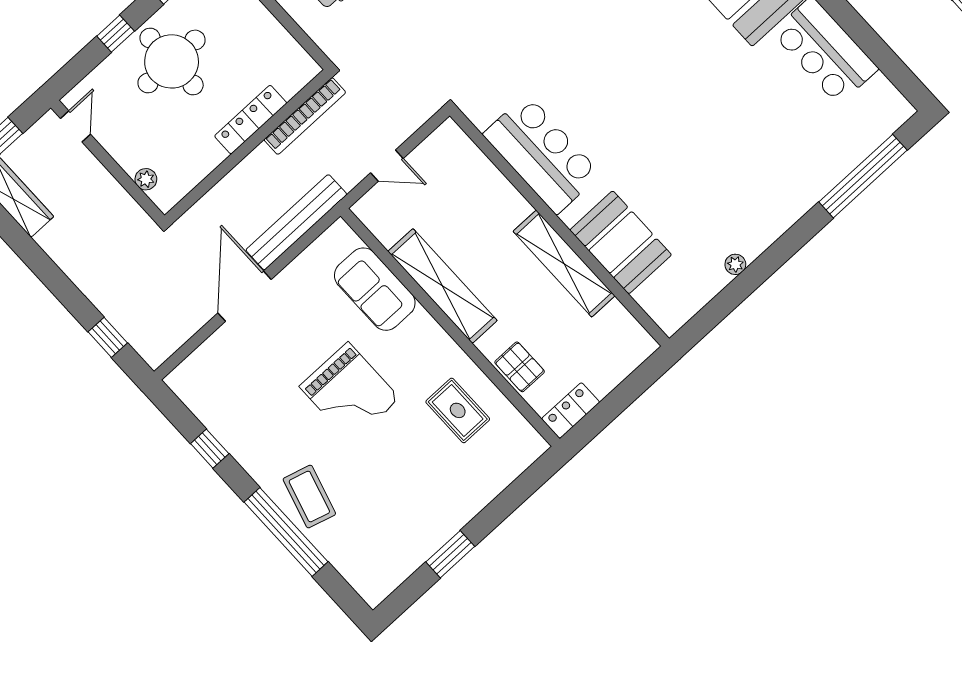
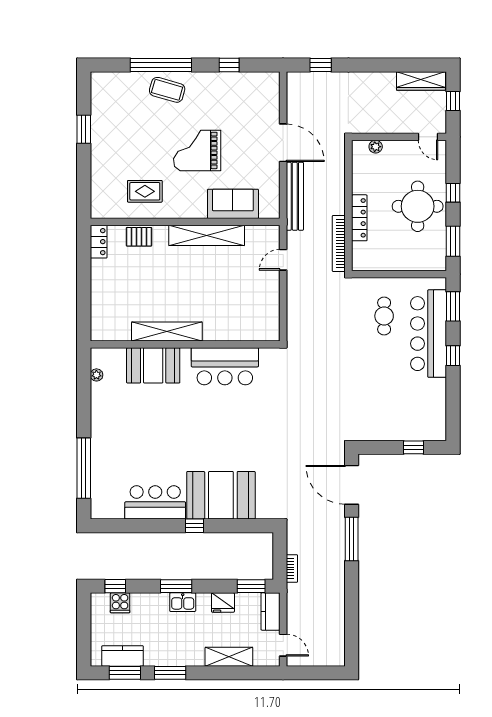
bar counter: (542, 154) -> (225, 366), moved
wall: (560, 227) -> (185, 344), moved
booth: (621, 242) -> (153, 365), moved
shelving: (564, 264) -> (167, 331), moved

